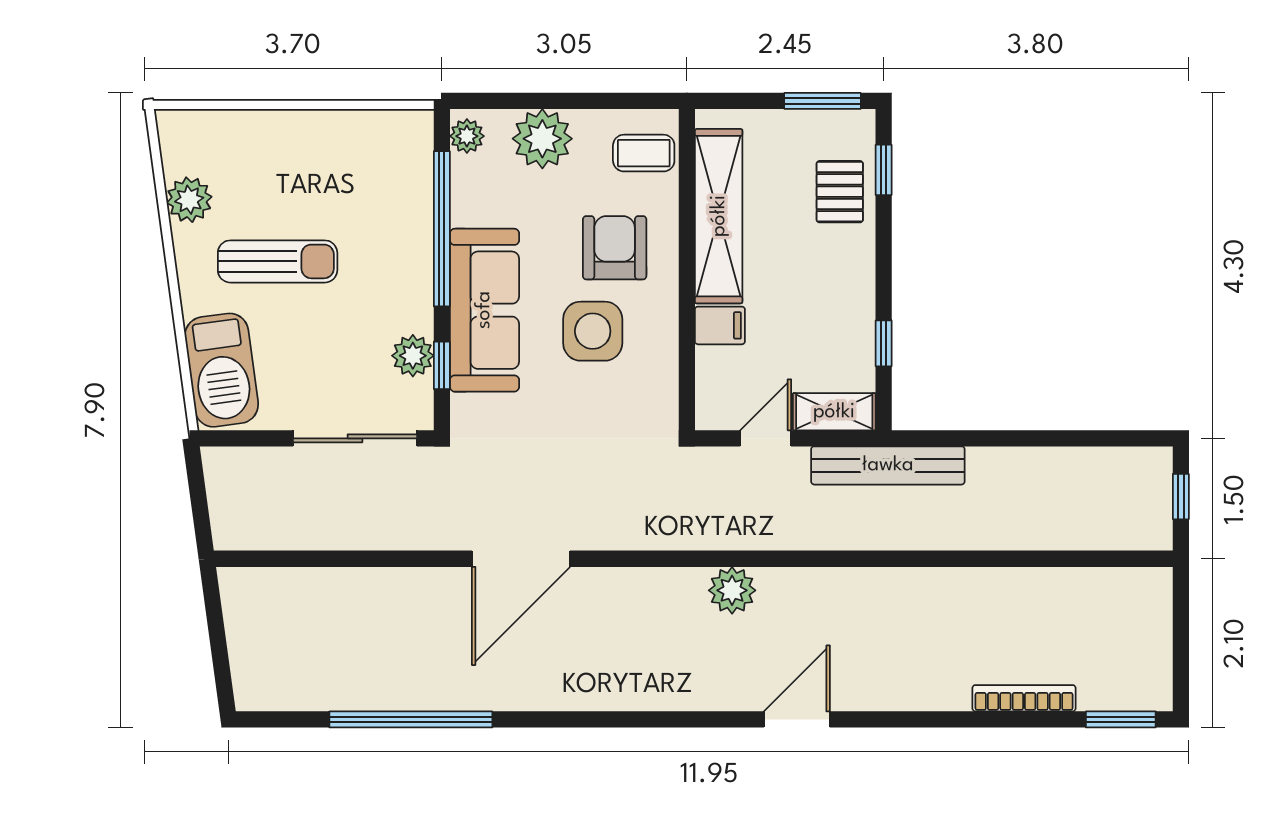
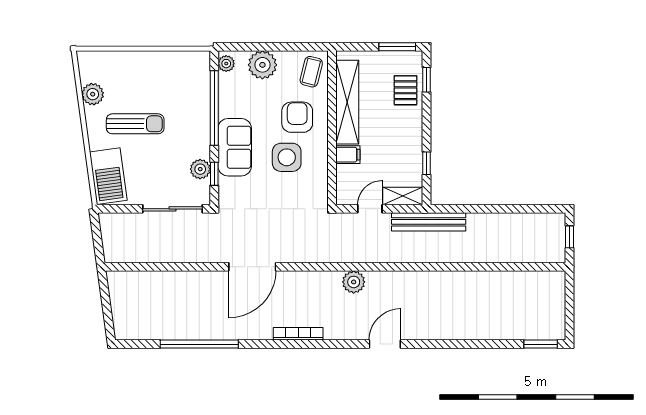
coffee table: (644, 153) -> (311, 72), turned -76
sofa: (484, 310) -> (235, 147), width x0.73
bookcase: (1024, 698) -> (298, 334), moved

